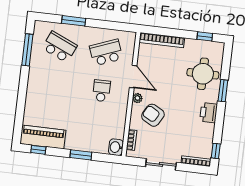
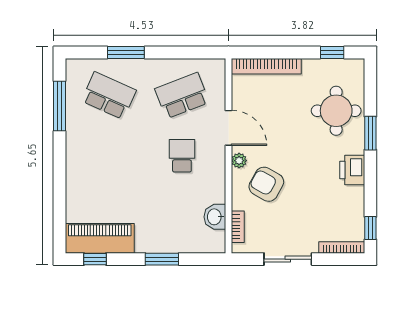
washbasin: (116, 147) -> (215, 217), moved

